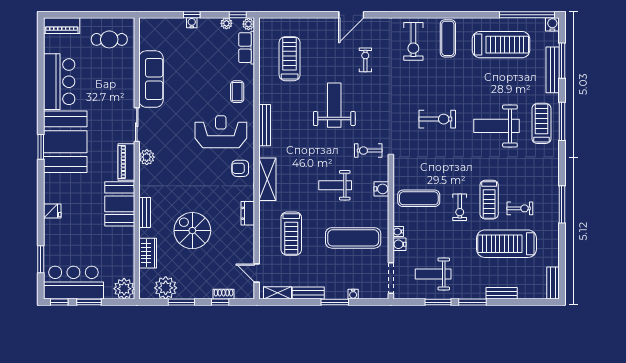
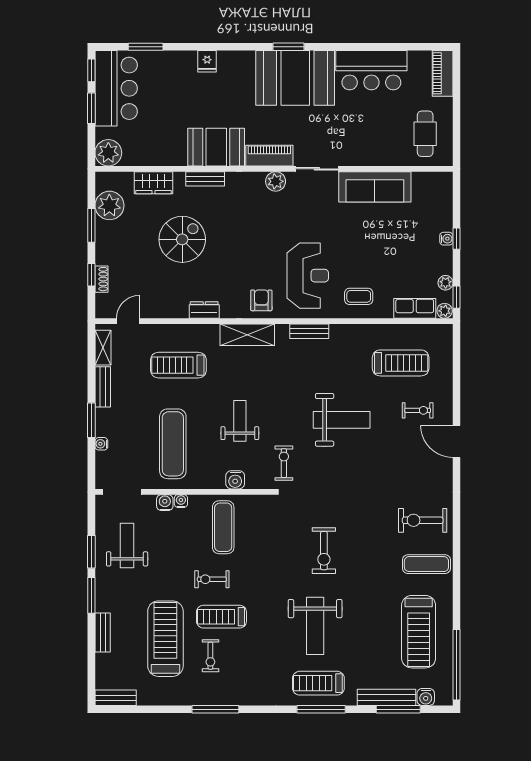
water cooler: (552, 24) -> (426, 697), moved, turned 90
exercise bike: (365, 60) -> (418, 410), moved
treadmill: (541, 123) -> (318, 683), turned 180
bench: (265, 125) -> (309, 331), width x0.73
weight bench: (496, 126) -> (315, 626), turned 180

